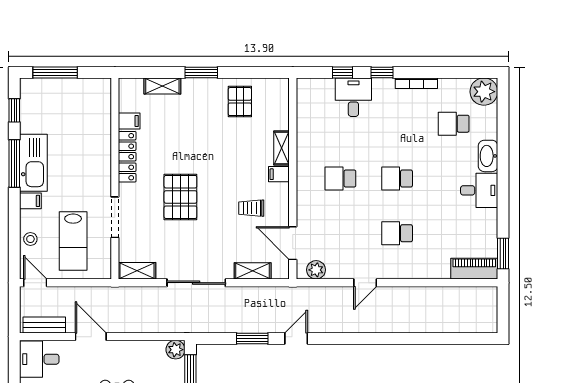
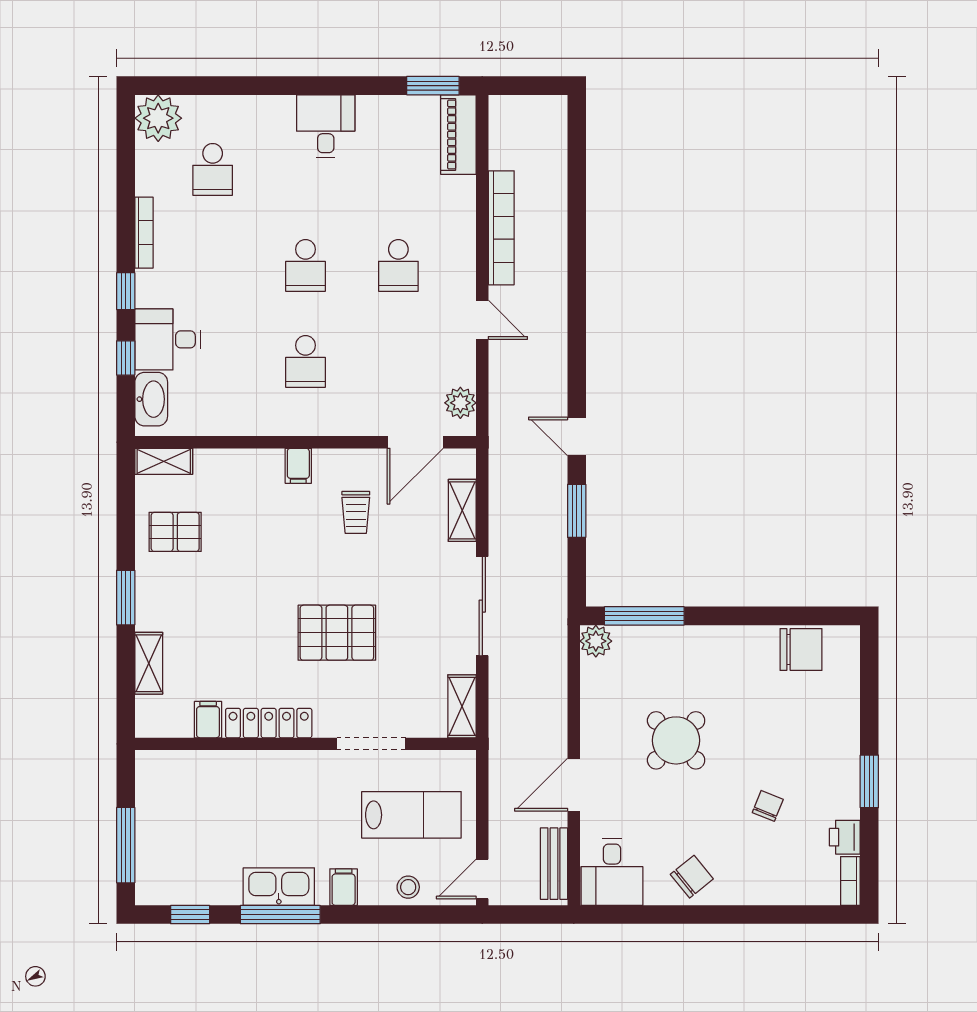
shelving: (282, 148) -> (164, 461), moved
washbasin: (488, 156) -> (151, 399), moved, turned -90
kitchen sink: (33, 163) -> (279, 887), width x0.73, depth x0.81
bookcase: (419, 294) -> (501, 228), added

